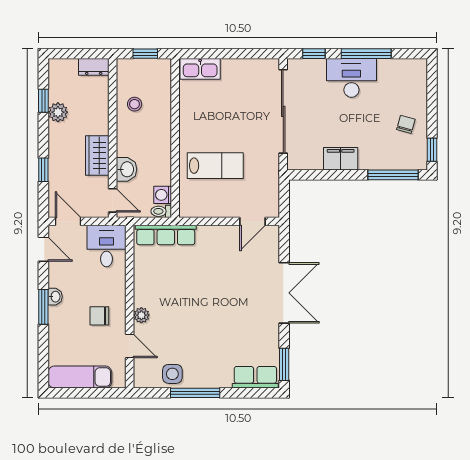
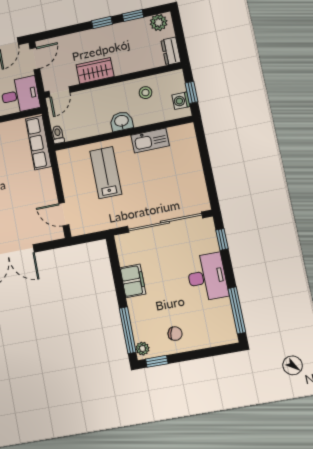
window: (366, 54) -> (237, 310), moved
kitchen sink: (200, 69) -> (150, 140), moved, turned -90
plant: (58, 112) -> (159, 23), moved
plant: (416, 163) -> (142, 349), added
lab bench: (215, 166) -> (106, 173), turned 180
washbasin: (127, 169) -> (121, 121), moved, turned 180
window: (43, 170) -> (102, 23), moved
washing machine: (163, 195) -> (181, 101), moved, turned -90

